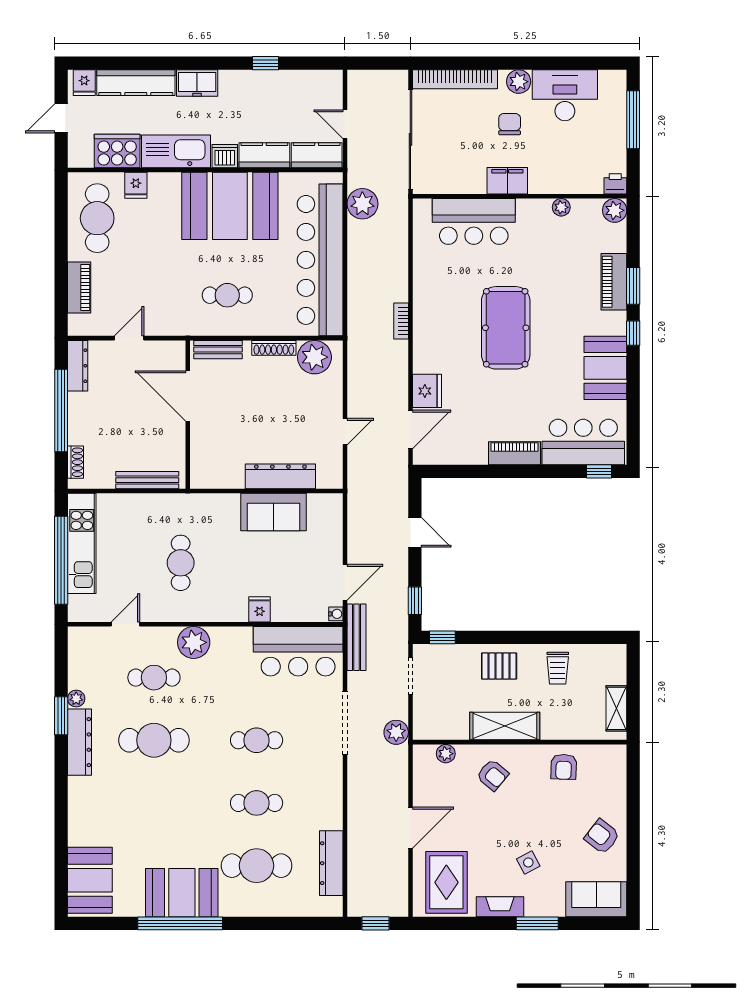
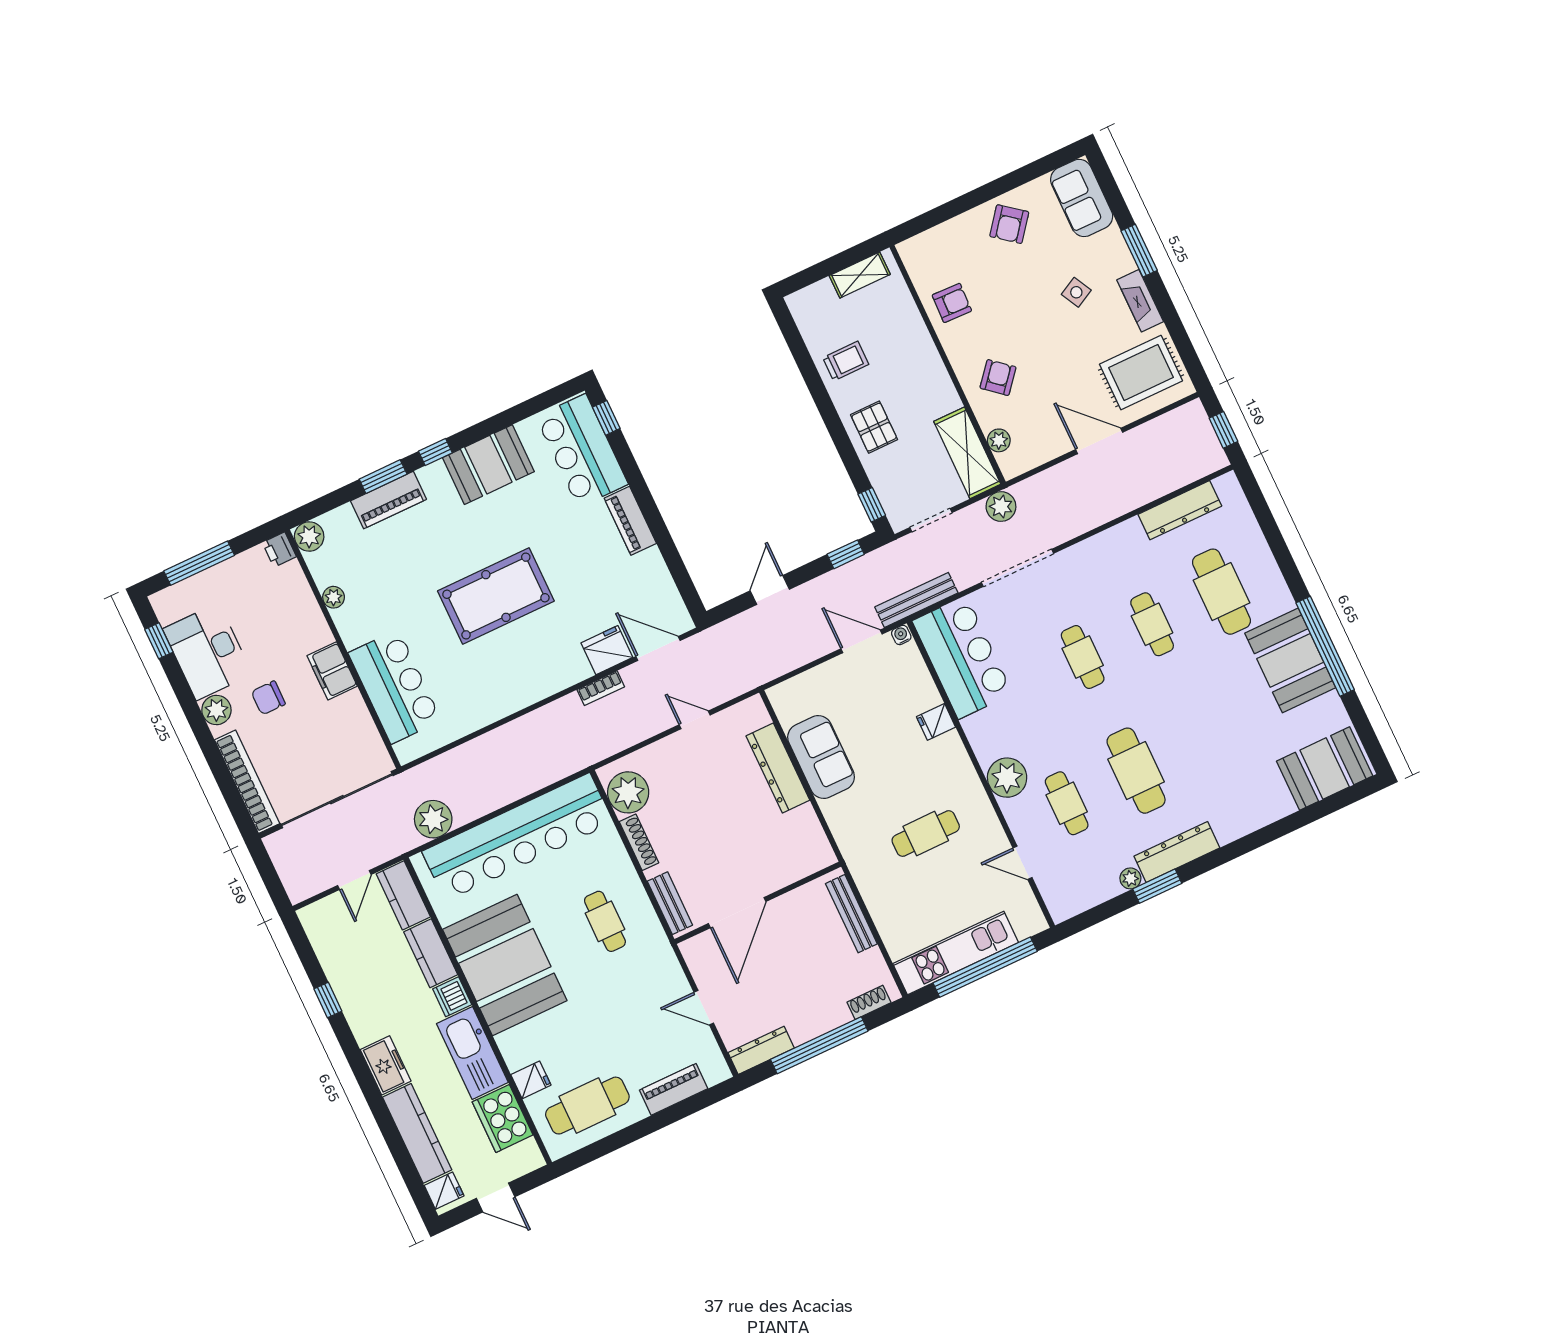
window: (590, 63) -> (159, 641), added
bookcase: (401, 321) -> (601, 688), moved
shelving: (505, 726) -> (967, 453), moved

